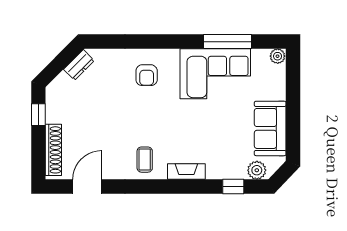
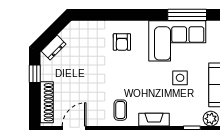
dresser: (79, 65) -> (54, 48), moved
side table: (219, 120) -> (180, 78), added

